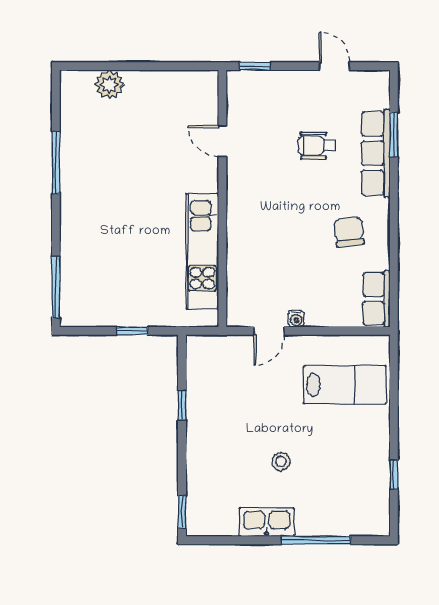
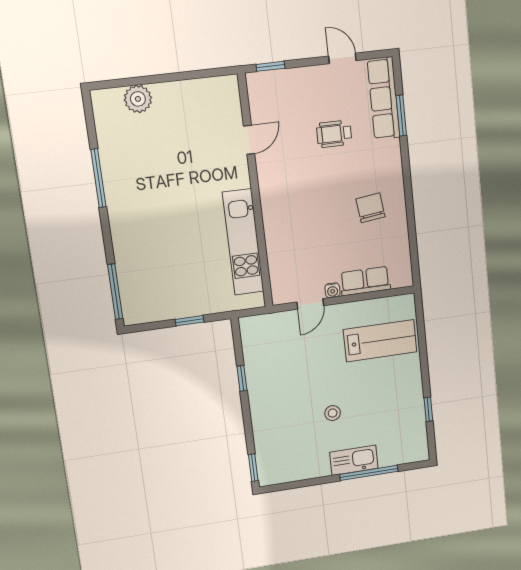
door: (222, 141) -> (249, 140), swing flipped
row of seats: (376, 153) -> (384, 99), moved
row of seats: (377, 299) -> (365, 281), moved, turned 90
kitchen sink: (267, 522) -> (354, 460), moved

